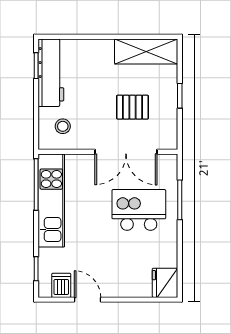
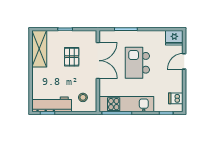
kitchen island: (139, 210) -> (137, 63), moved
door: (88, 300) -> (184, 61), moved

